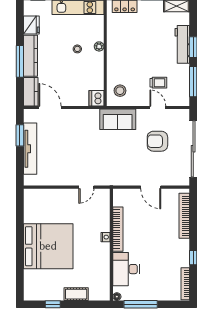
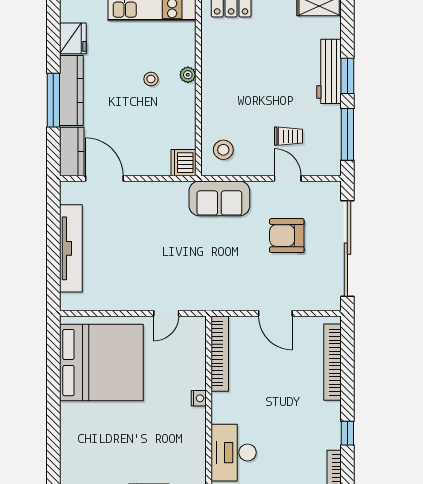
window: (20, 135) -> (53, 226), removed
bookcase: (118, 229) -> (220, 354), moved
bed: (48, 246) -> (101, 363), moved

